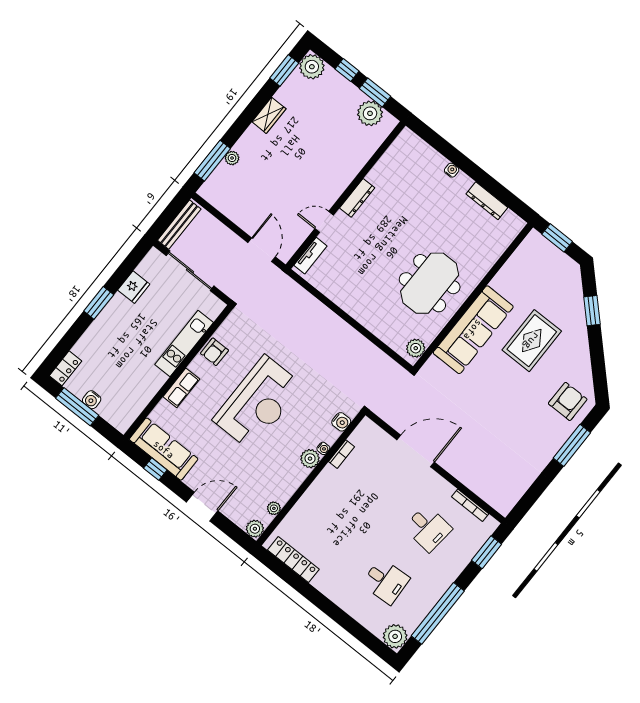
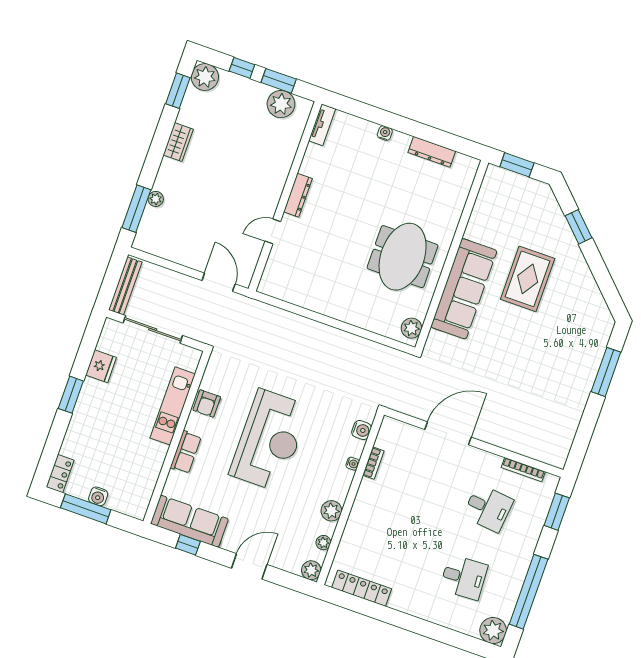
tv unit: (310, 256) -> (322, 125), moved
armchair: (568, 401) -> (586, 328), removed
plant: (310, 459) -> (331, 511), moved

